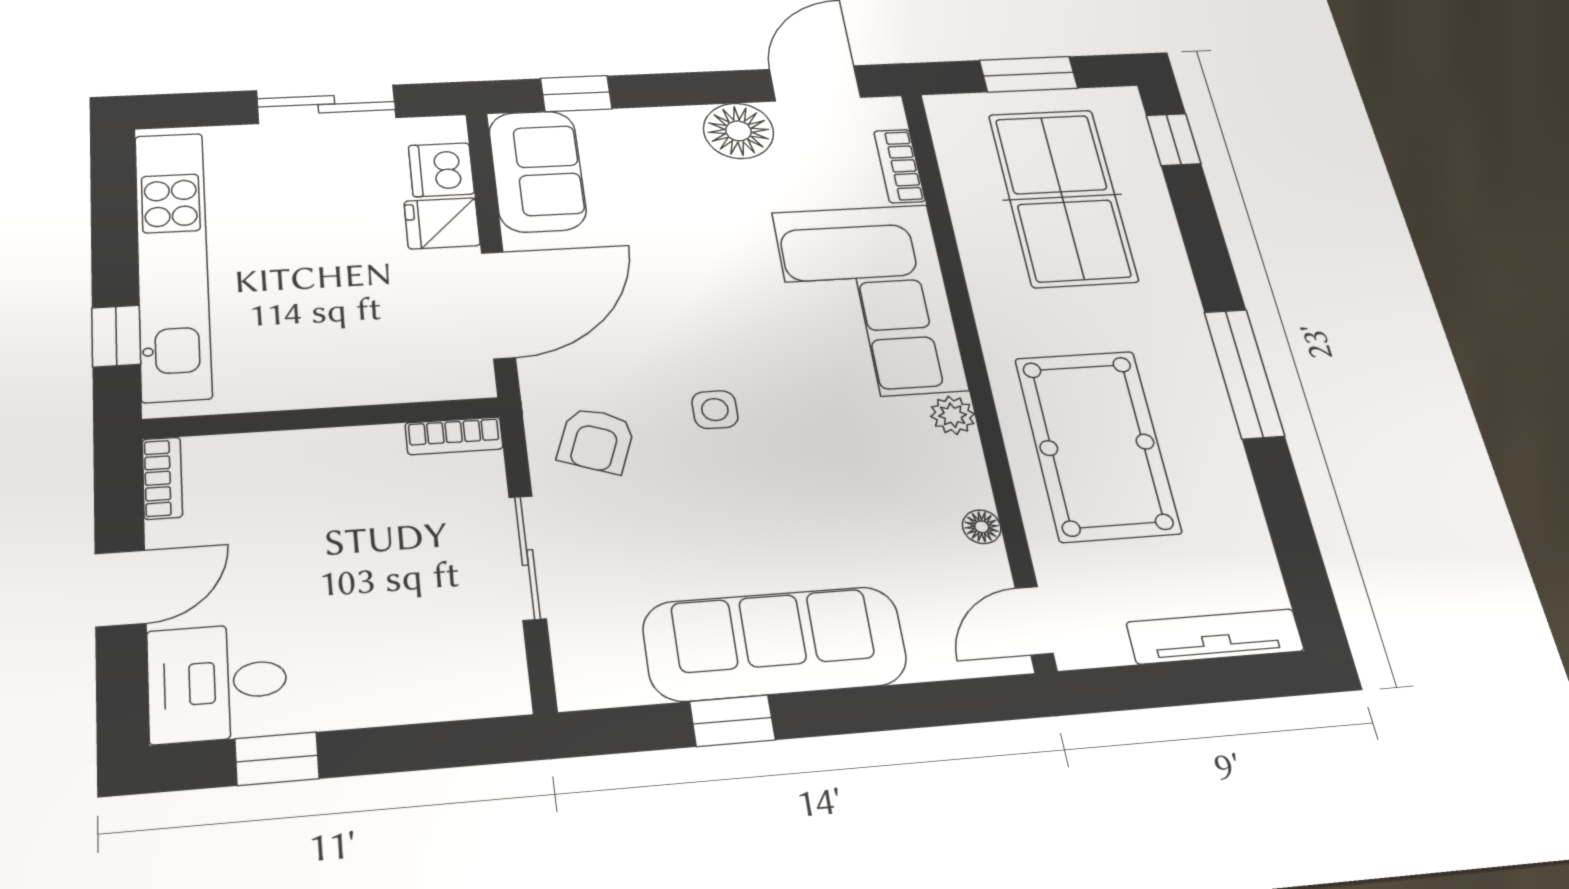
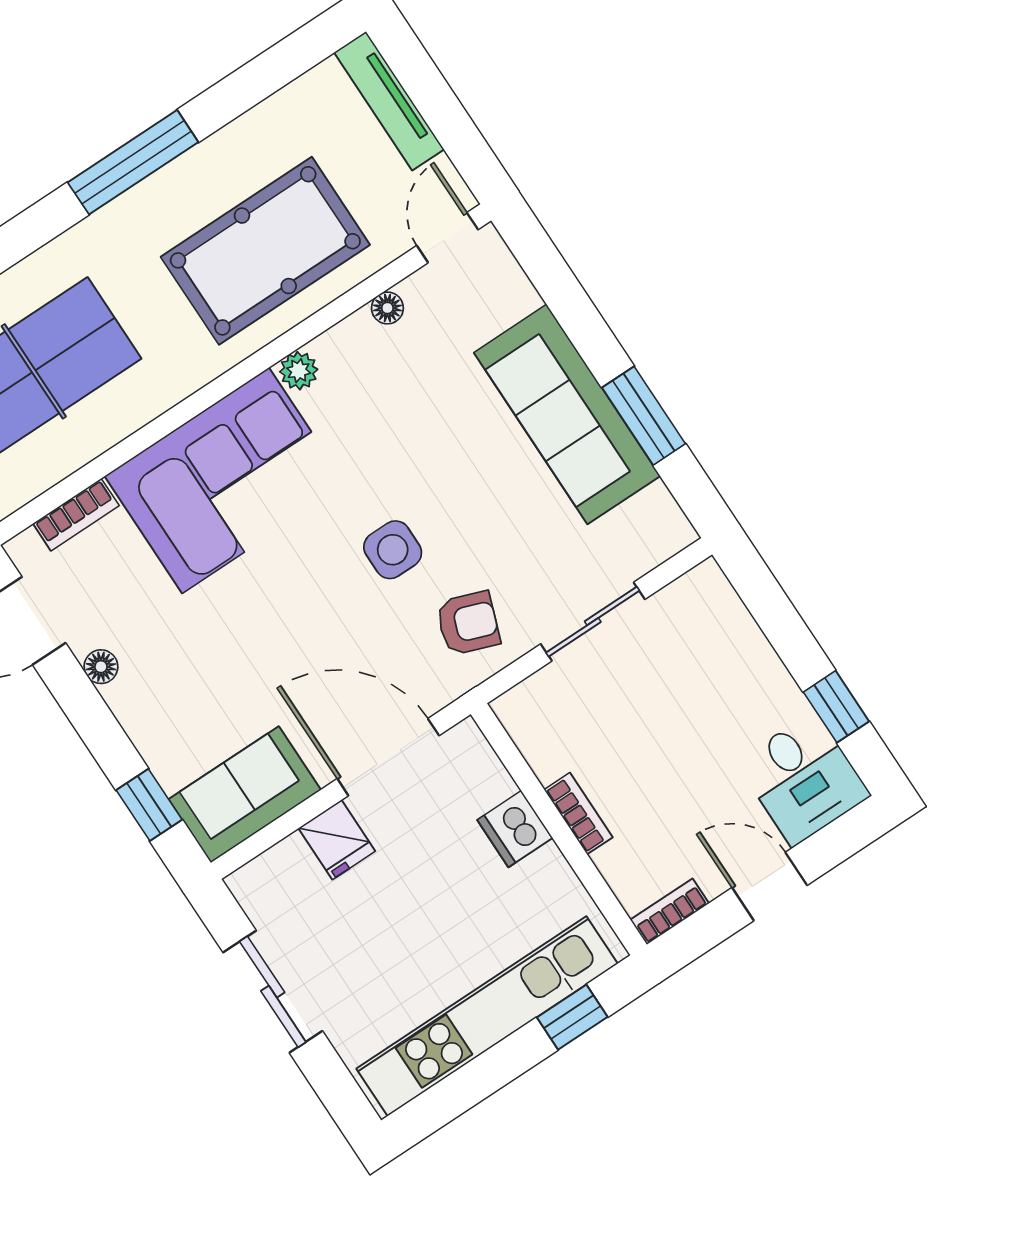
floor lamp: (738, 131) -> (101, 667), width x0.53, depth x0.53
dishwasher: (441, 170) -> (515, 829), moved, turned 90
side table: (715, 410) -> (393, 550), width x1.37, depth x1.37
bookcase: (454, 436) -> (578, 813), moved
door: (1034, 621) -> (447, 238), swing flipped
window: (732, 721) -> (644, 416), width x1.50

